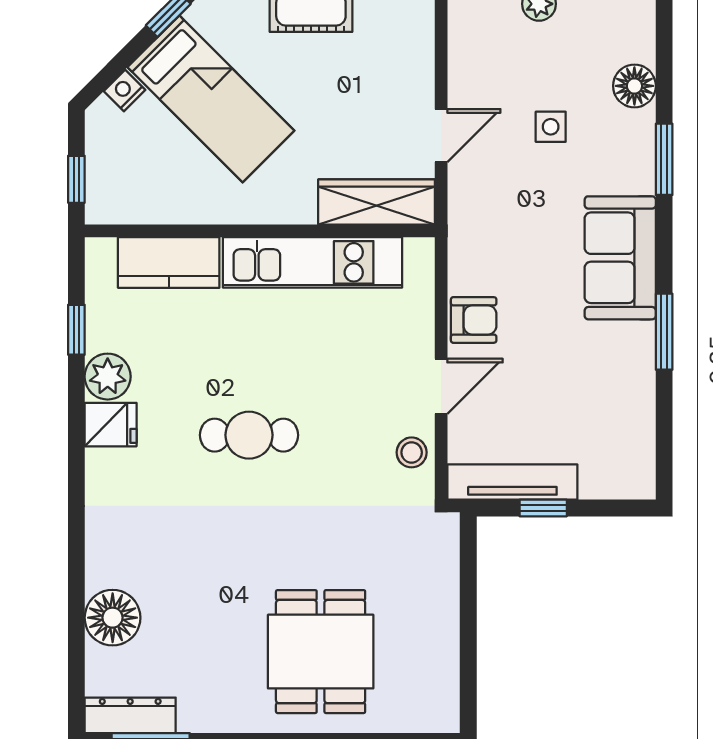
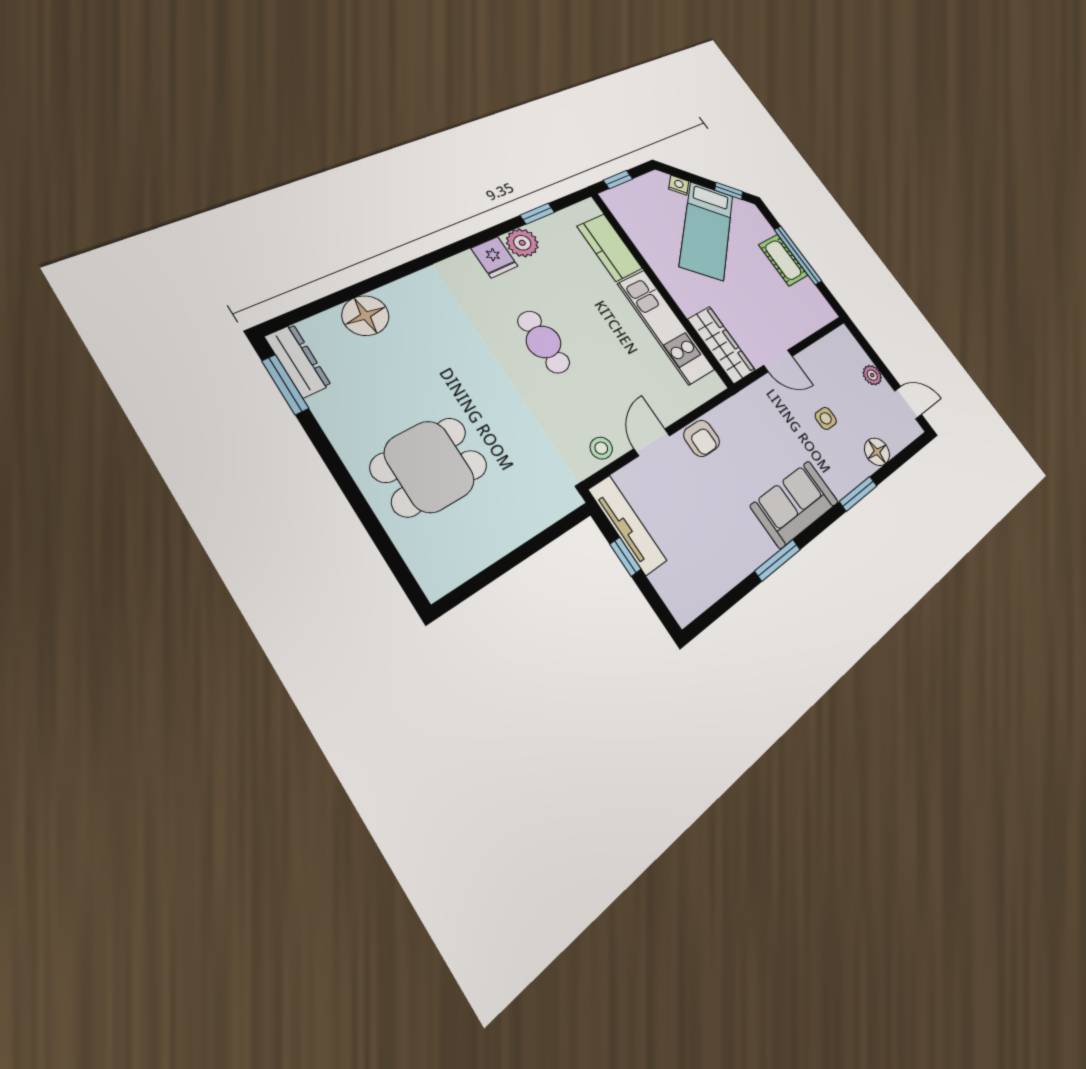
door: (441, 386) -> (652, 442), swing flipped

